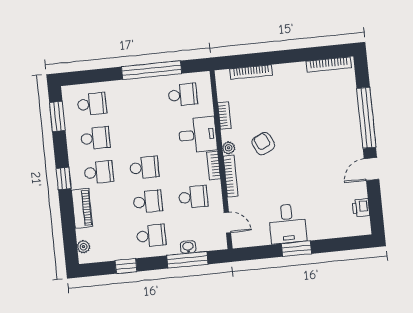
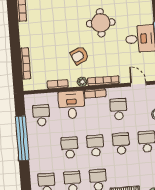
school desk: (141, 133) -> (70, 148), added
round table: (307, 171) -> (101, 23), added
door: (227, 223) -> (138, 84), hinge flipped

